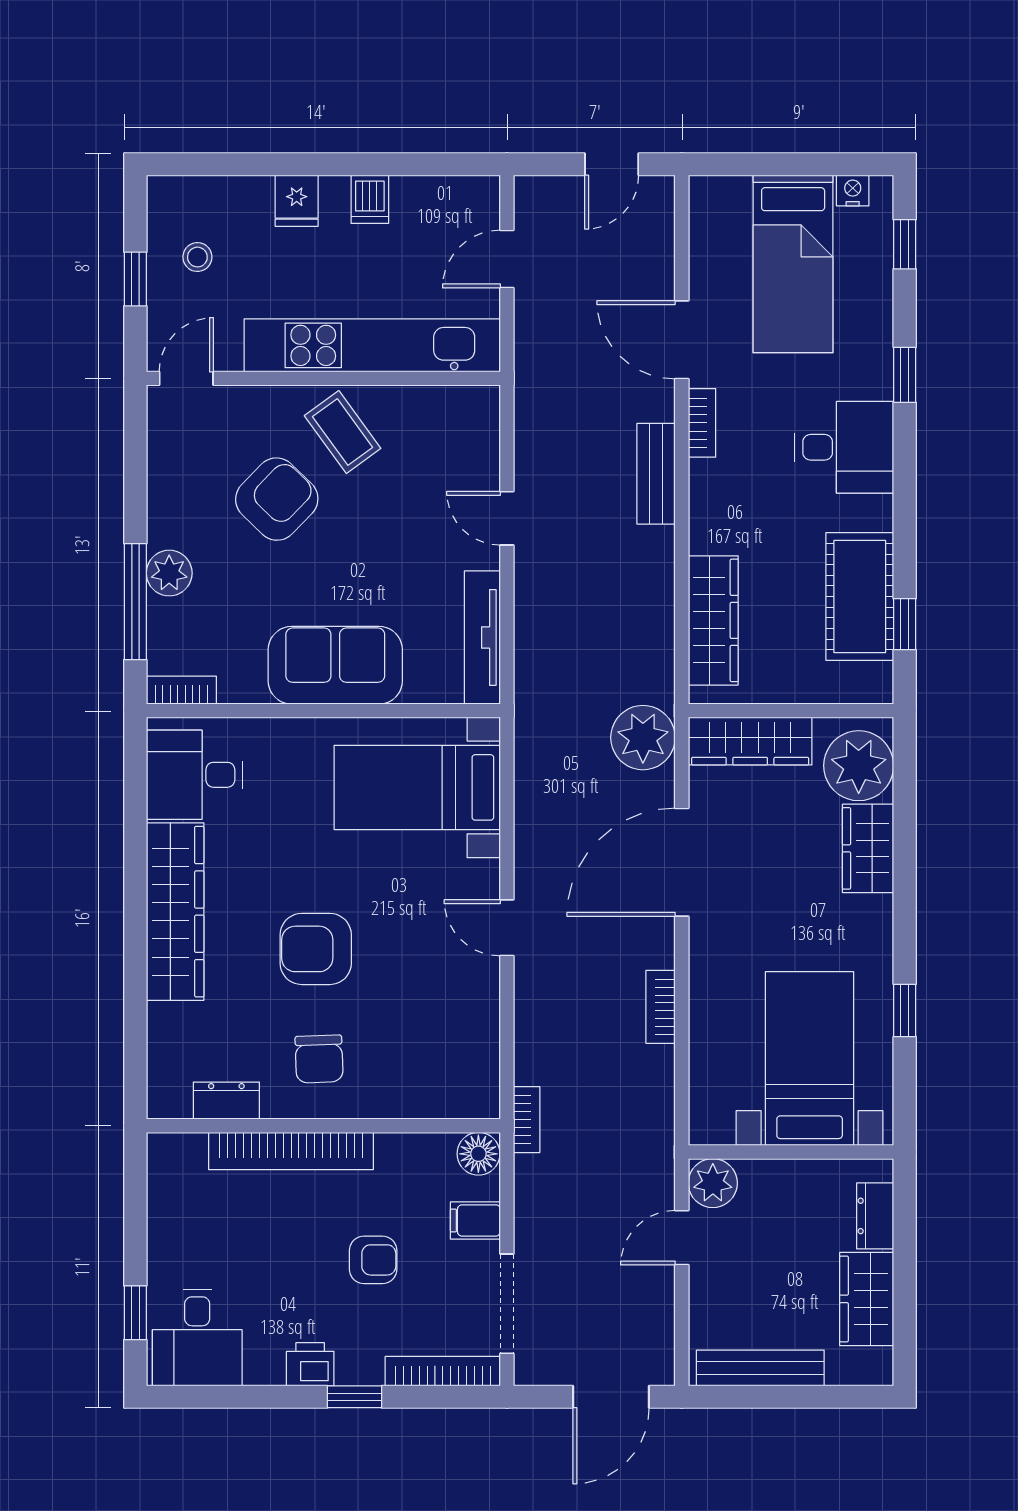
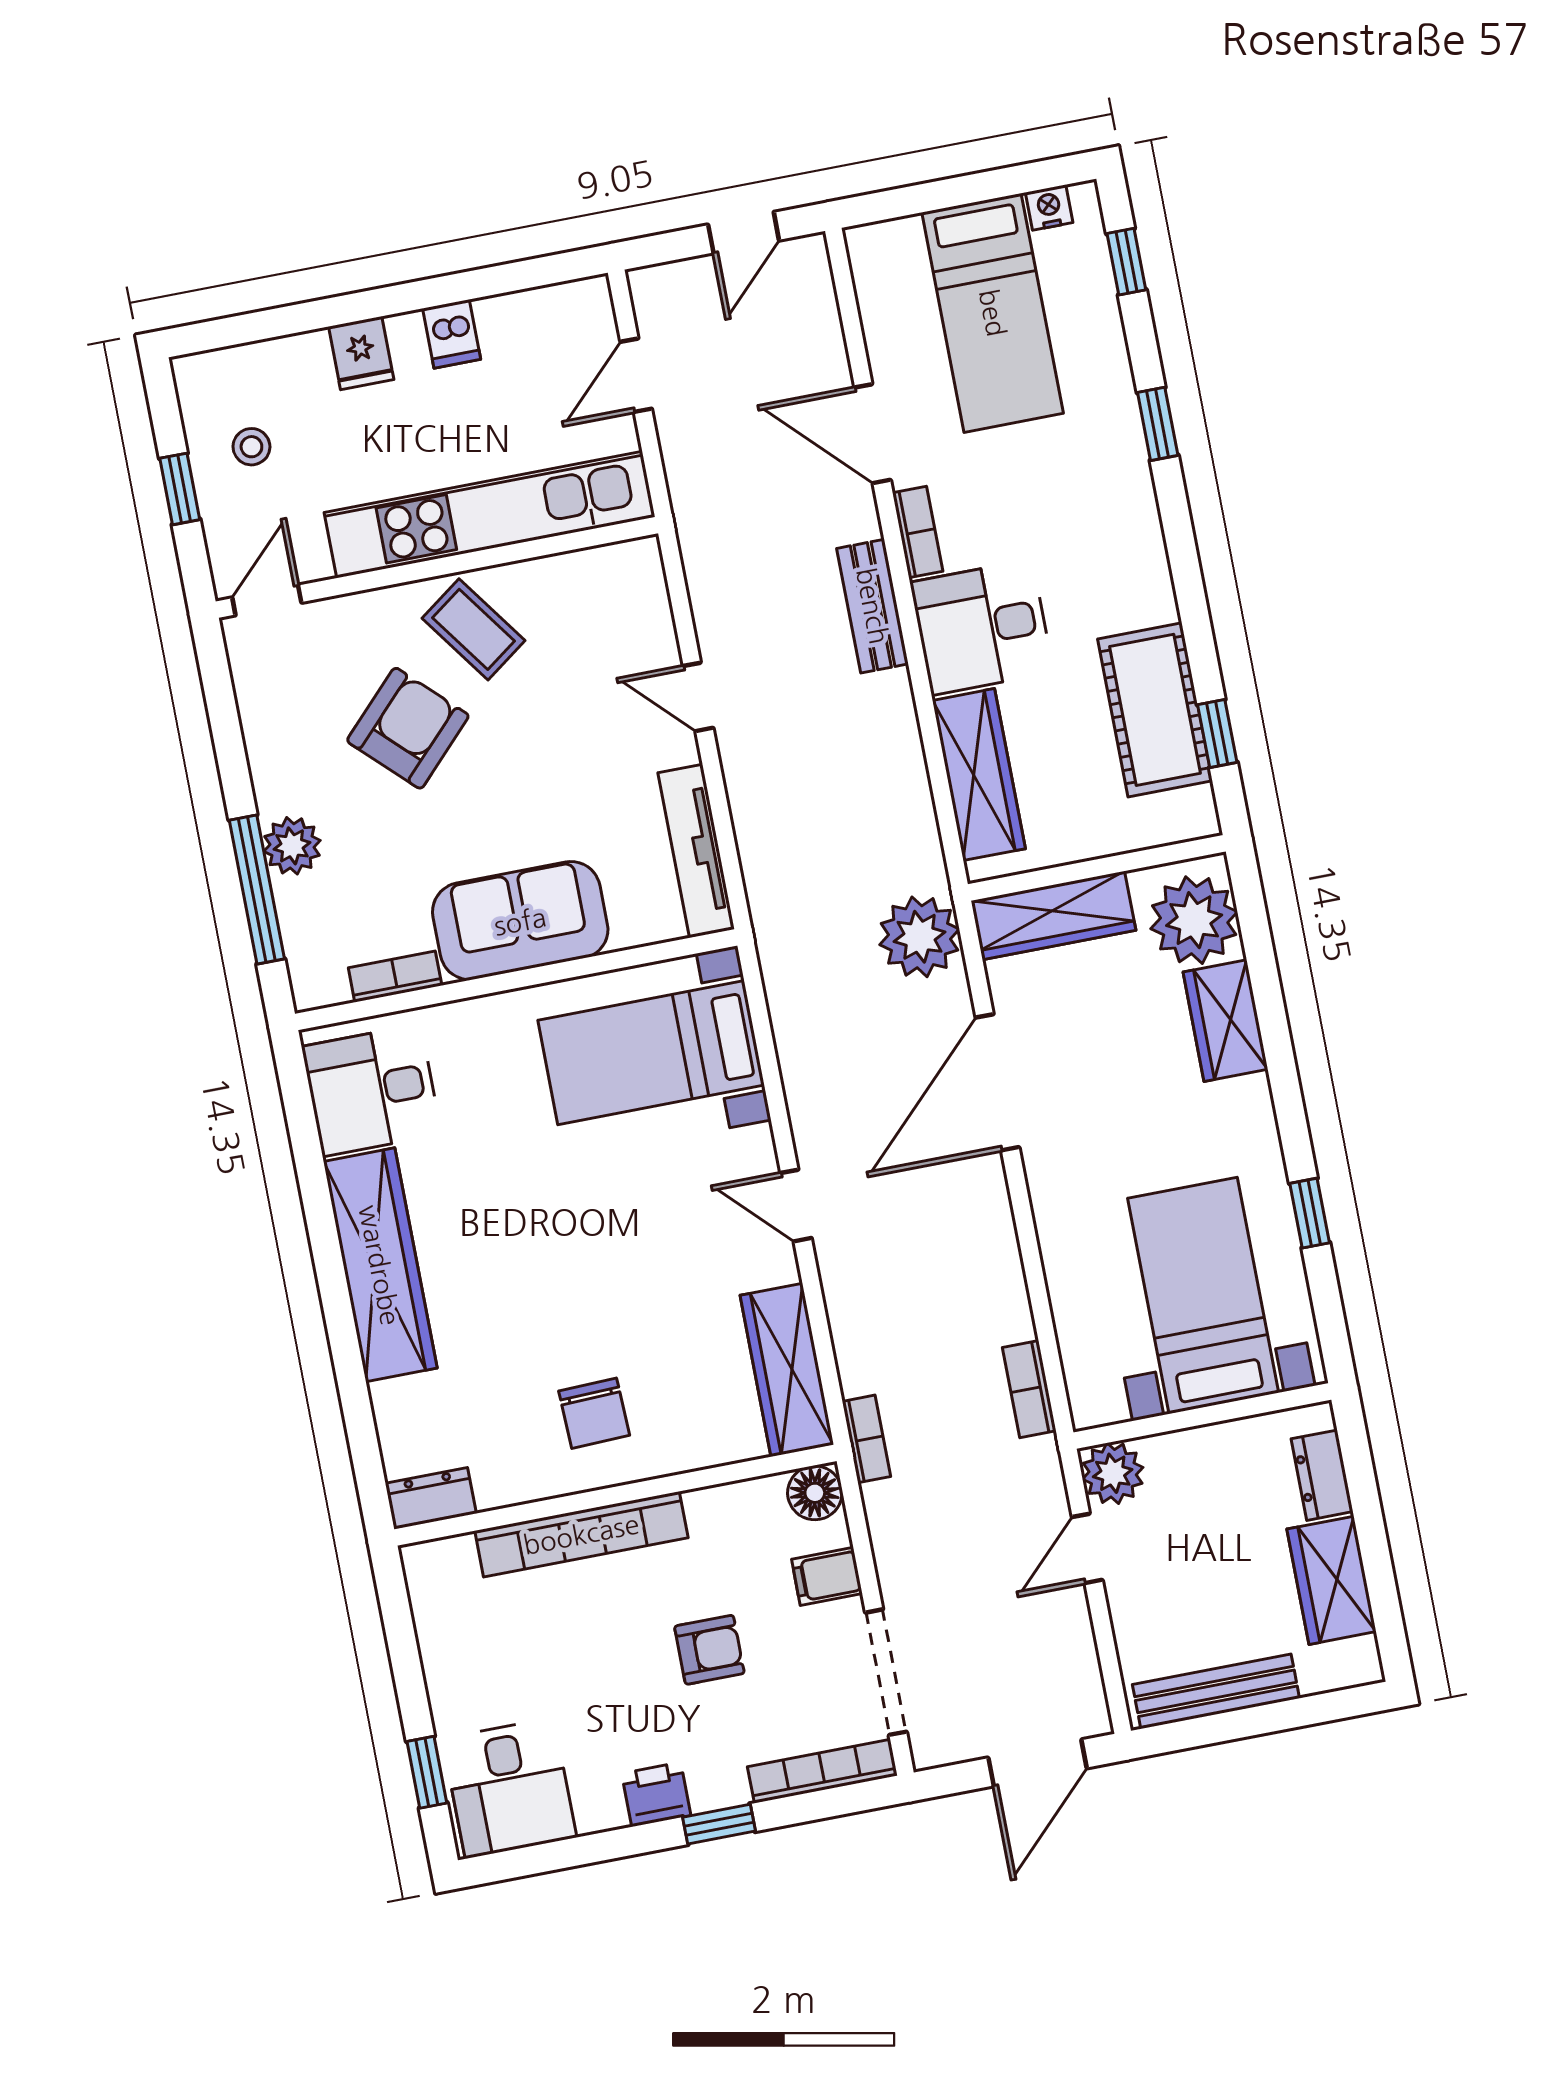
desk: (844, 447) -> (982, 627), moved, turned 180
bookcase: (181, 690) -> (395, 977), moved
armchair: (316, 949) -> (564, 1277), removed
bookcase: (661, 1007) -> (1029, 1389), moved
wardrobe: (475, 1054) -> (787, 1370), added
dresser: (226, 1101) -> (431, 1498), moved

